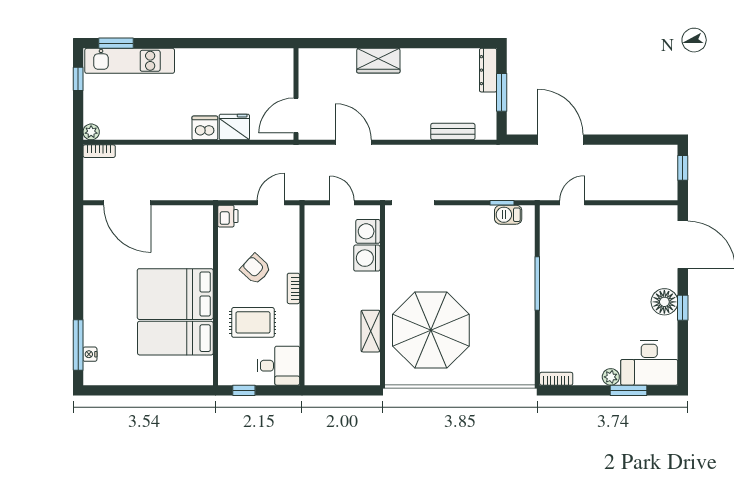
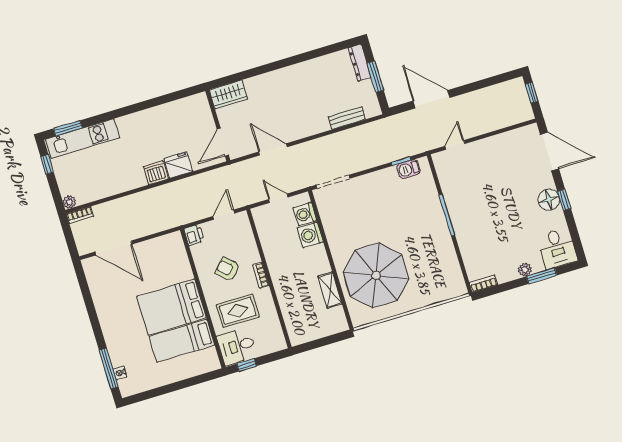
wardrobe: (378, 61) -> (228, 94), moved
desk: (649, 363) -> (557, 248), width x0.73
desk: (278, 366) -> (237, 346), moved, turned 180

